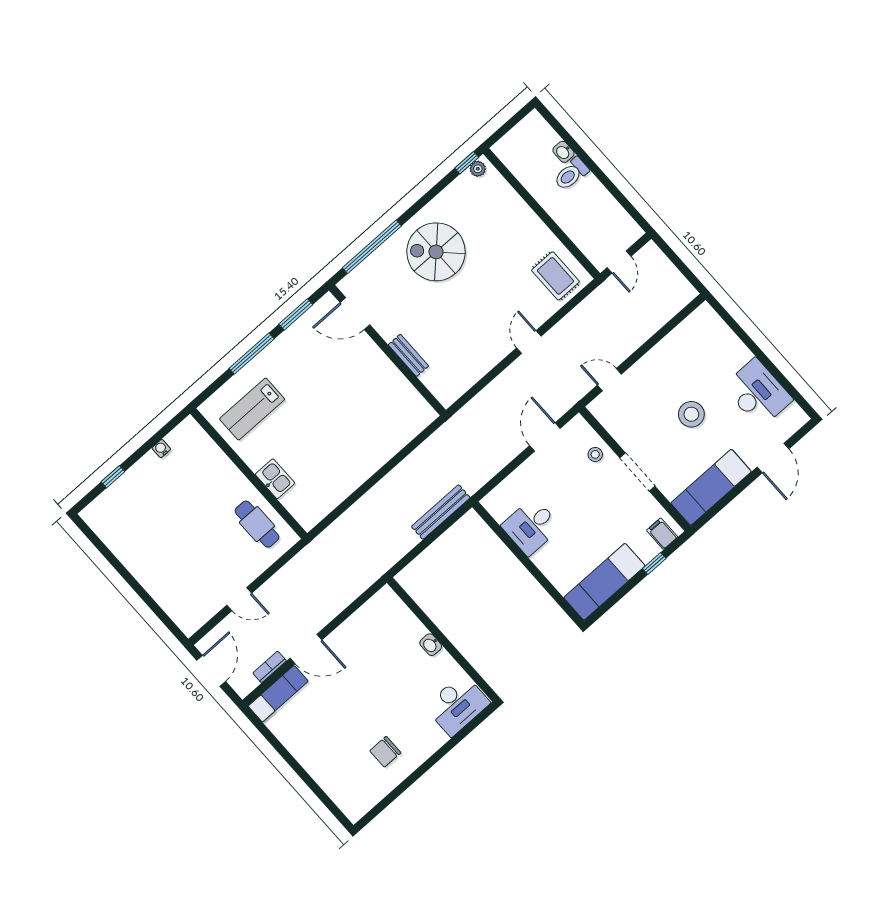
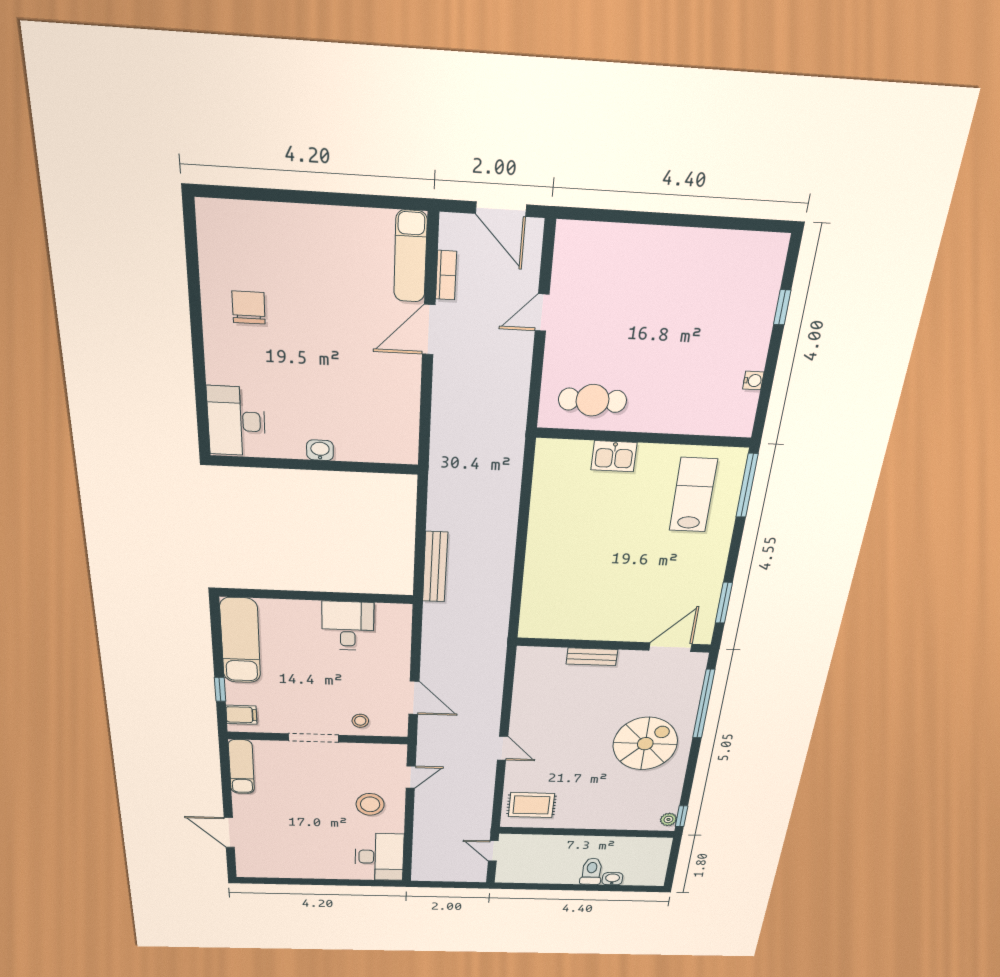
window: (252, 354) -> (747, 486), moved
desk: (758, 393) -> (379, 857), moved, turned -90
stool: (691, 414) -> (370, 804), moved
exam couch: (711, 487) -> (241, 767), width x0.73, depth x0.69

